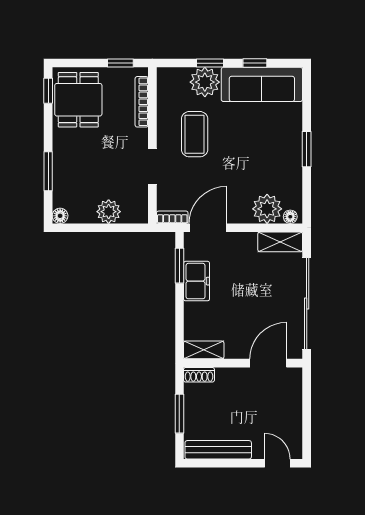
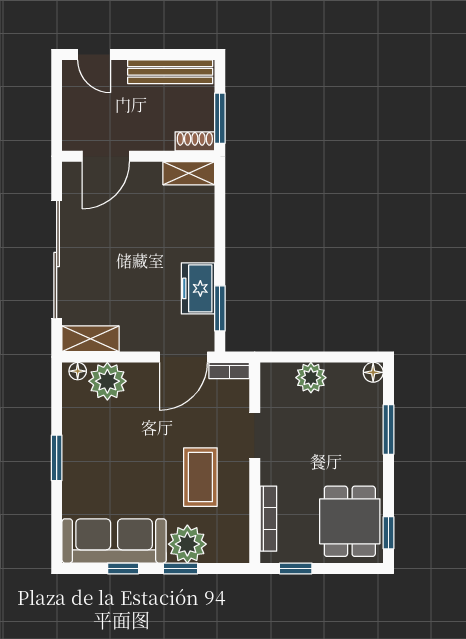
shelving: (204, 350) -> (189, 173), moved
wall: (243, 363) -> (138, 156), moved
door: (268, 363) -> (106, 156), moved
shoe rack: (199, 375) -> (195, 141), moved

